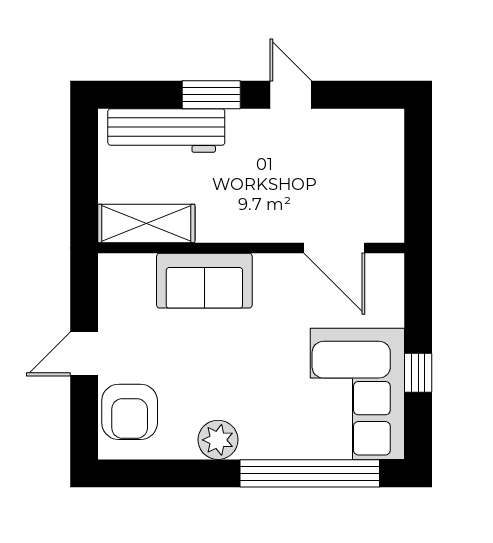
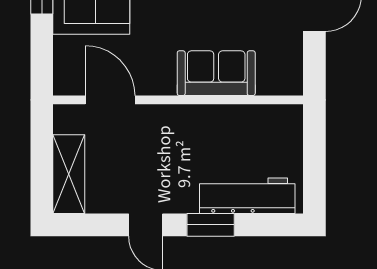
shelving: (146, 223) -> (69, 174), moved, turned 90

